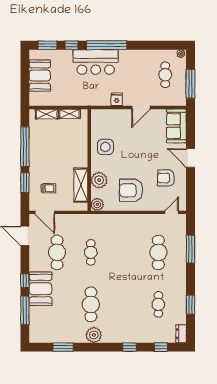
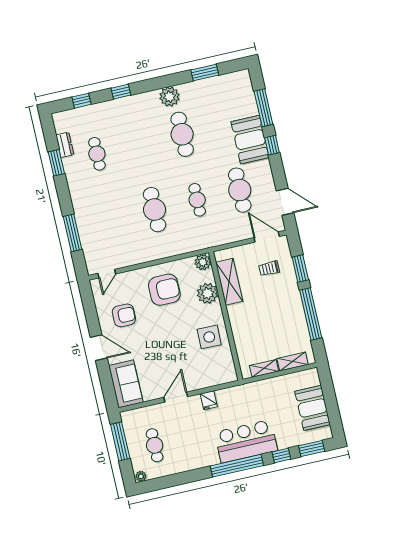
cafe table: (158, 252) -> (155, 210), moved
dresser: (181, 334) -> (65, 145), moved

